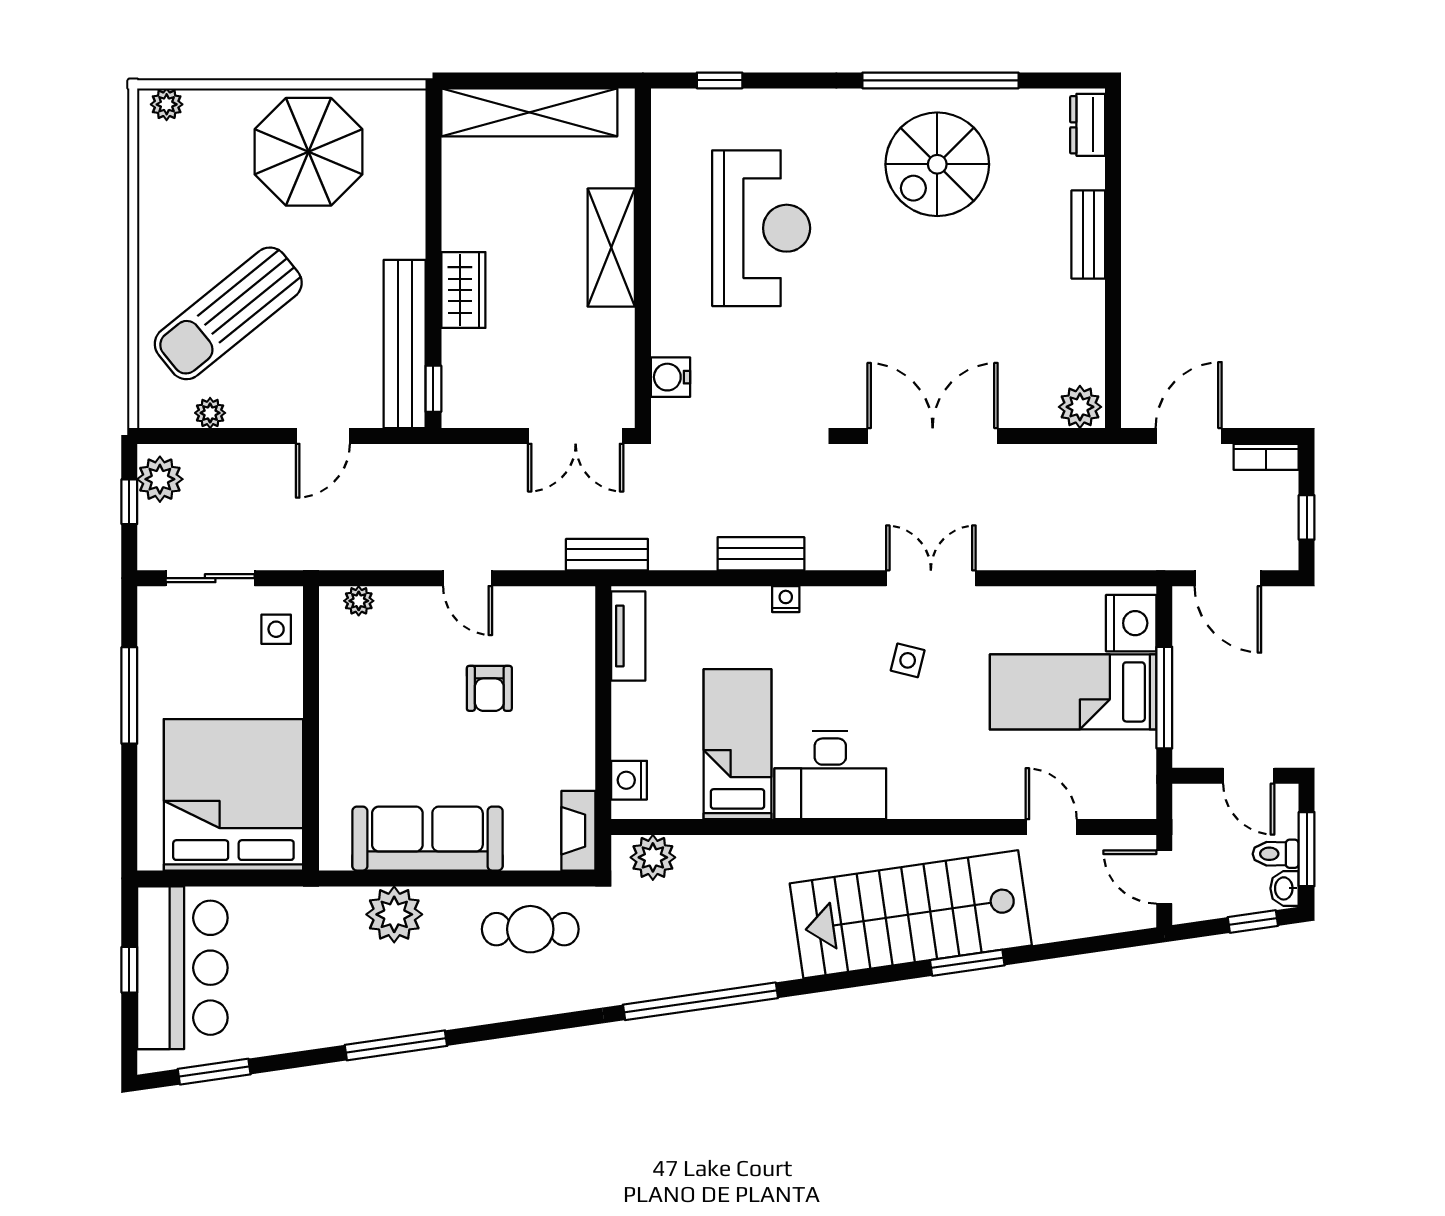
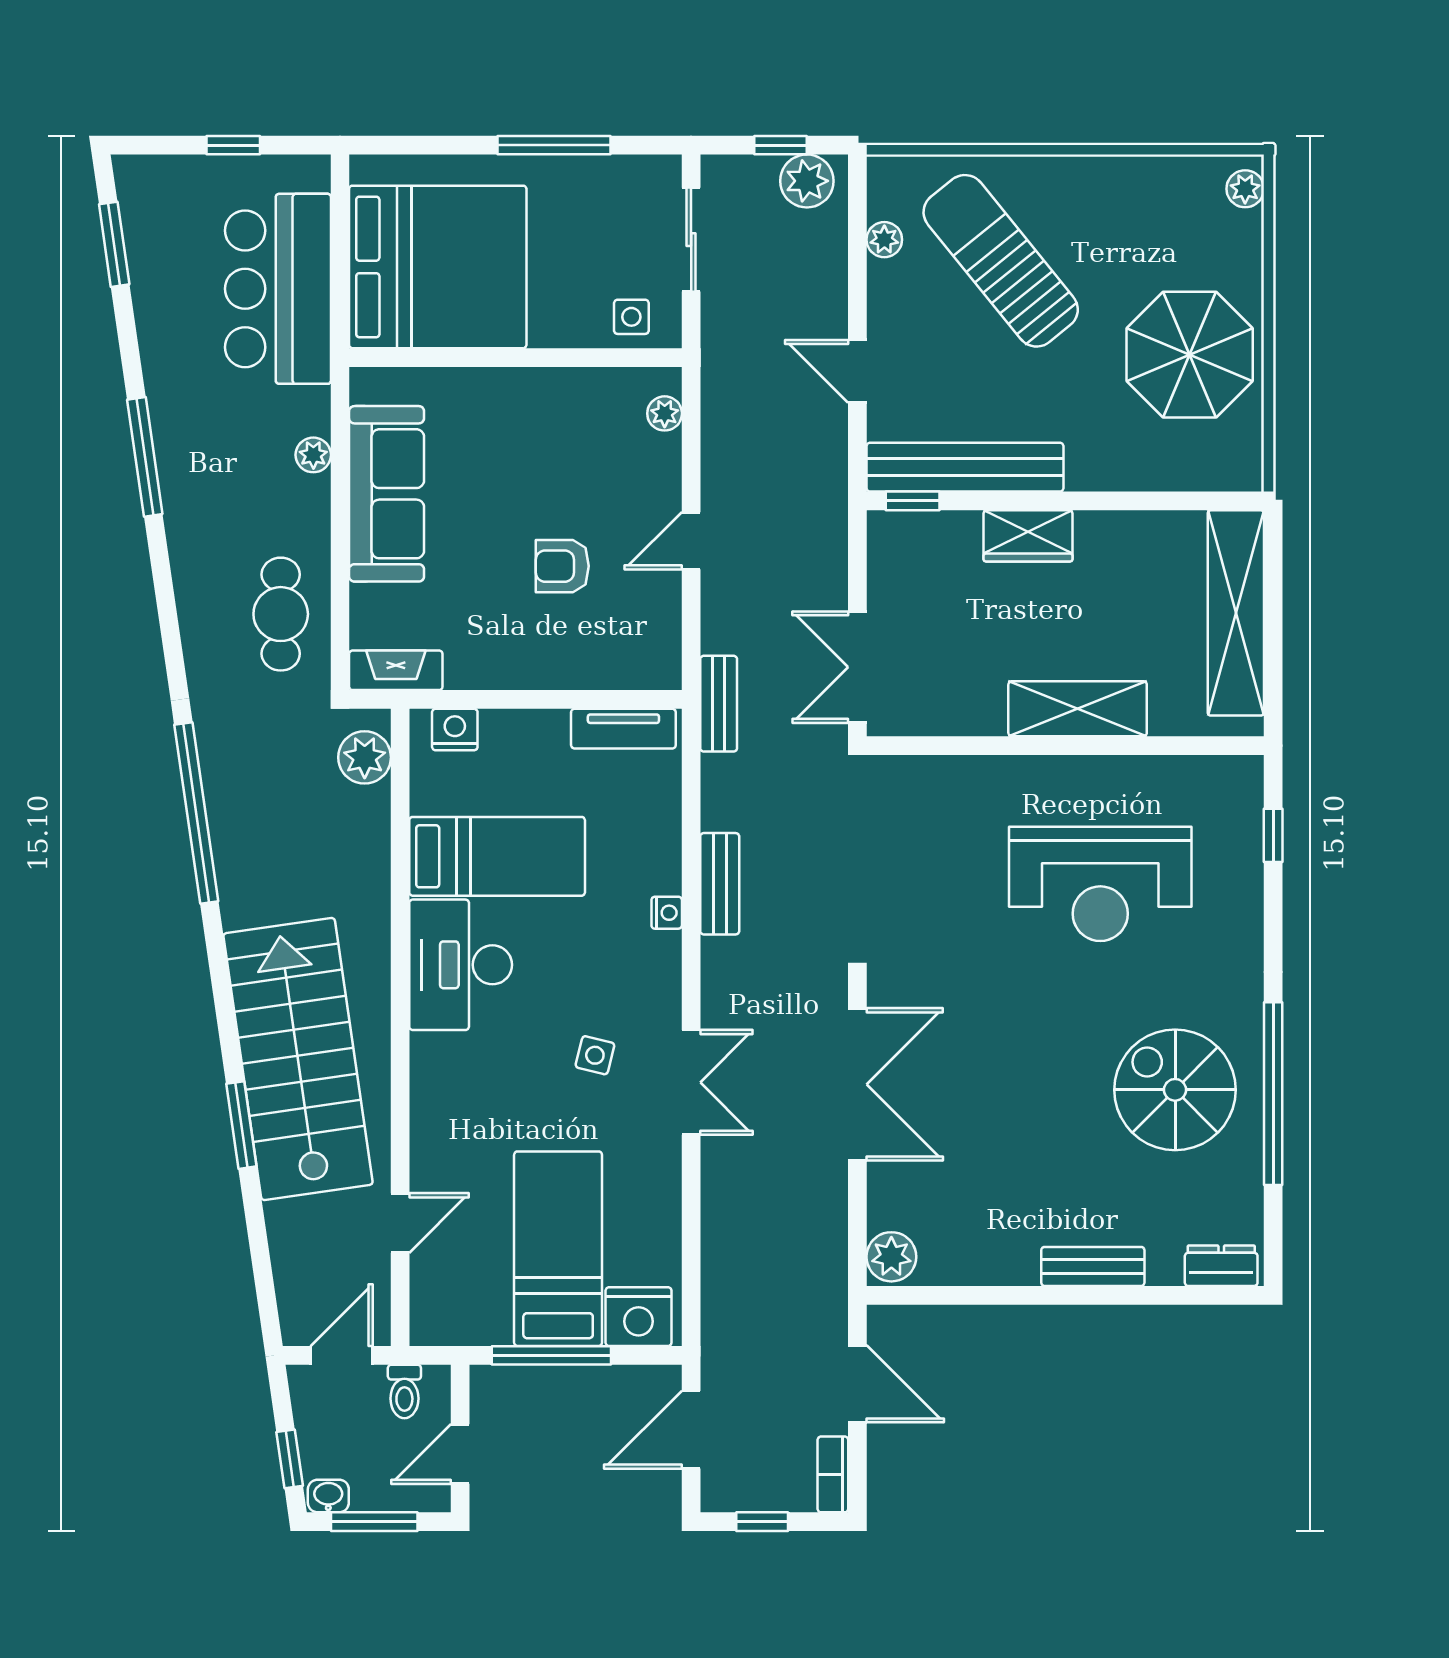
water cooler: (670, 377) -> (926, 778), removed
toilet: (1276, 854) -> (404, 1391), moved, turned 180
plant: (394, 914) -> (313, 455), width x0.53, depth x0.53
bar counter: (182, 968) -> (278, 289), moved, turned 90

